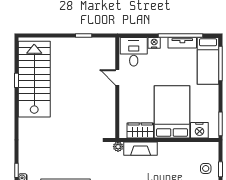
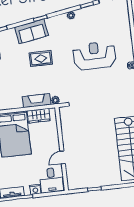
door: (117, 77) -> (63, 157), swing flipped

